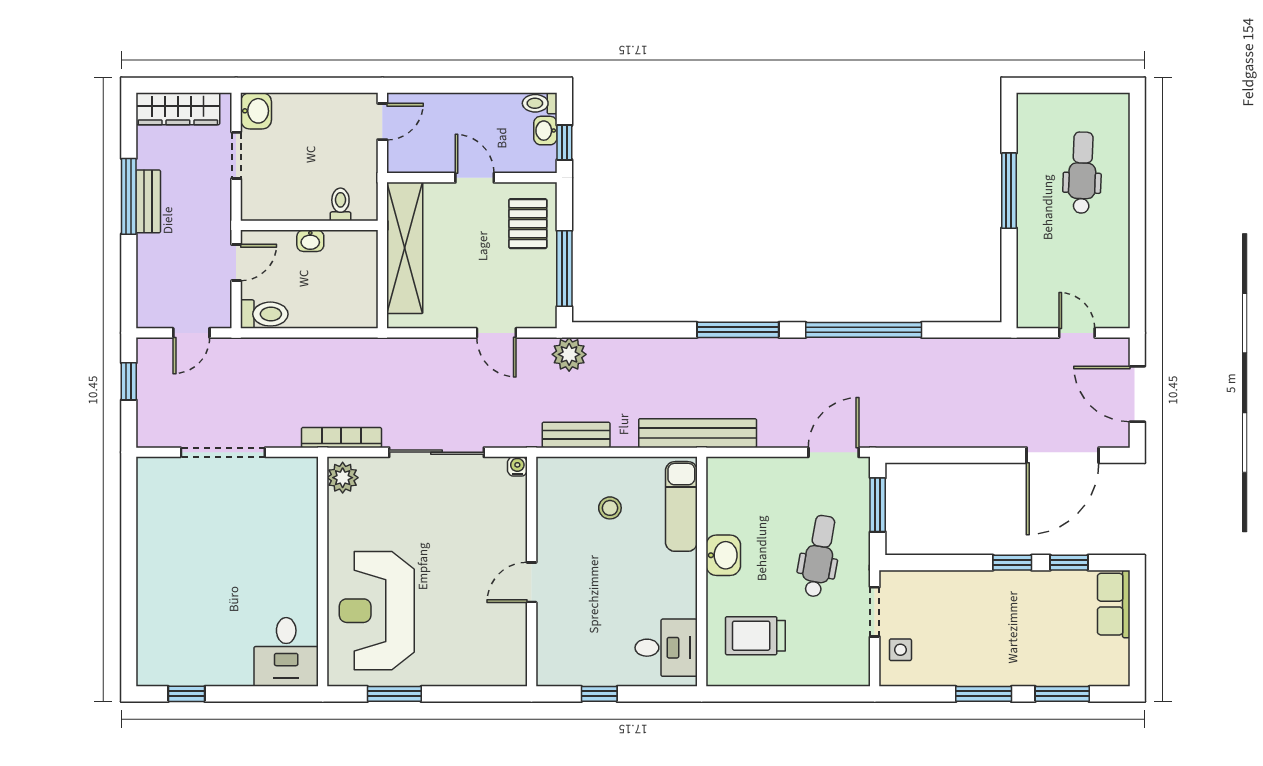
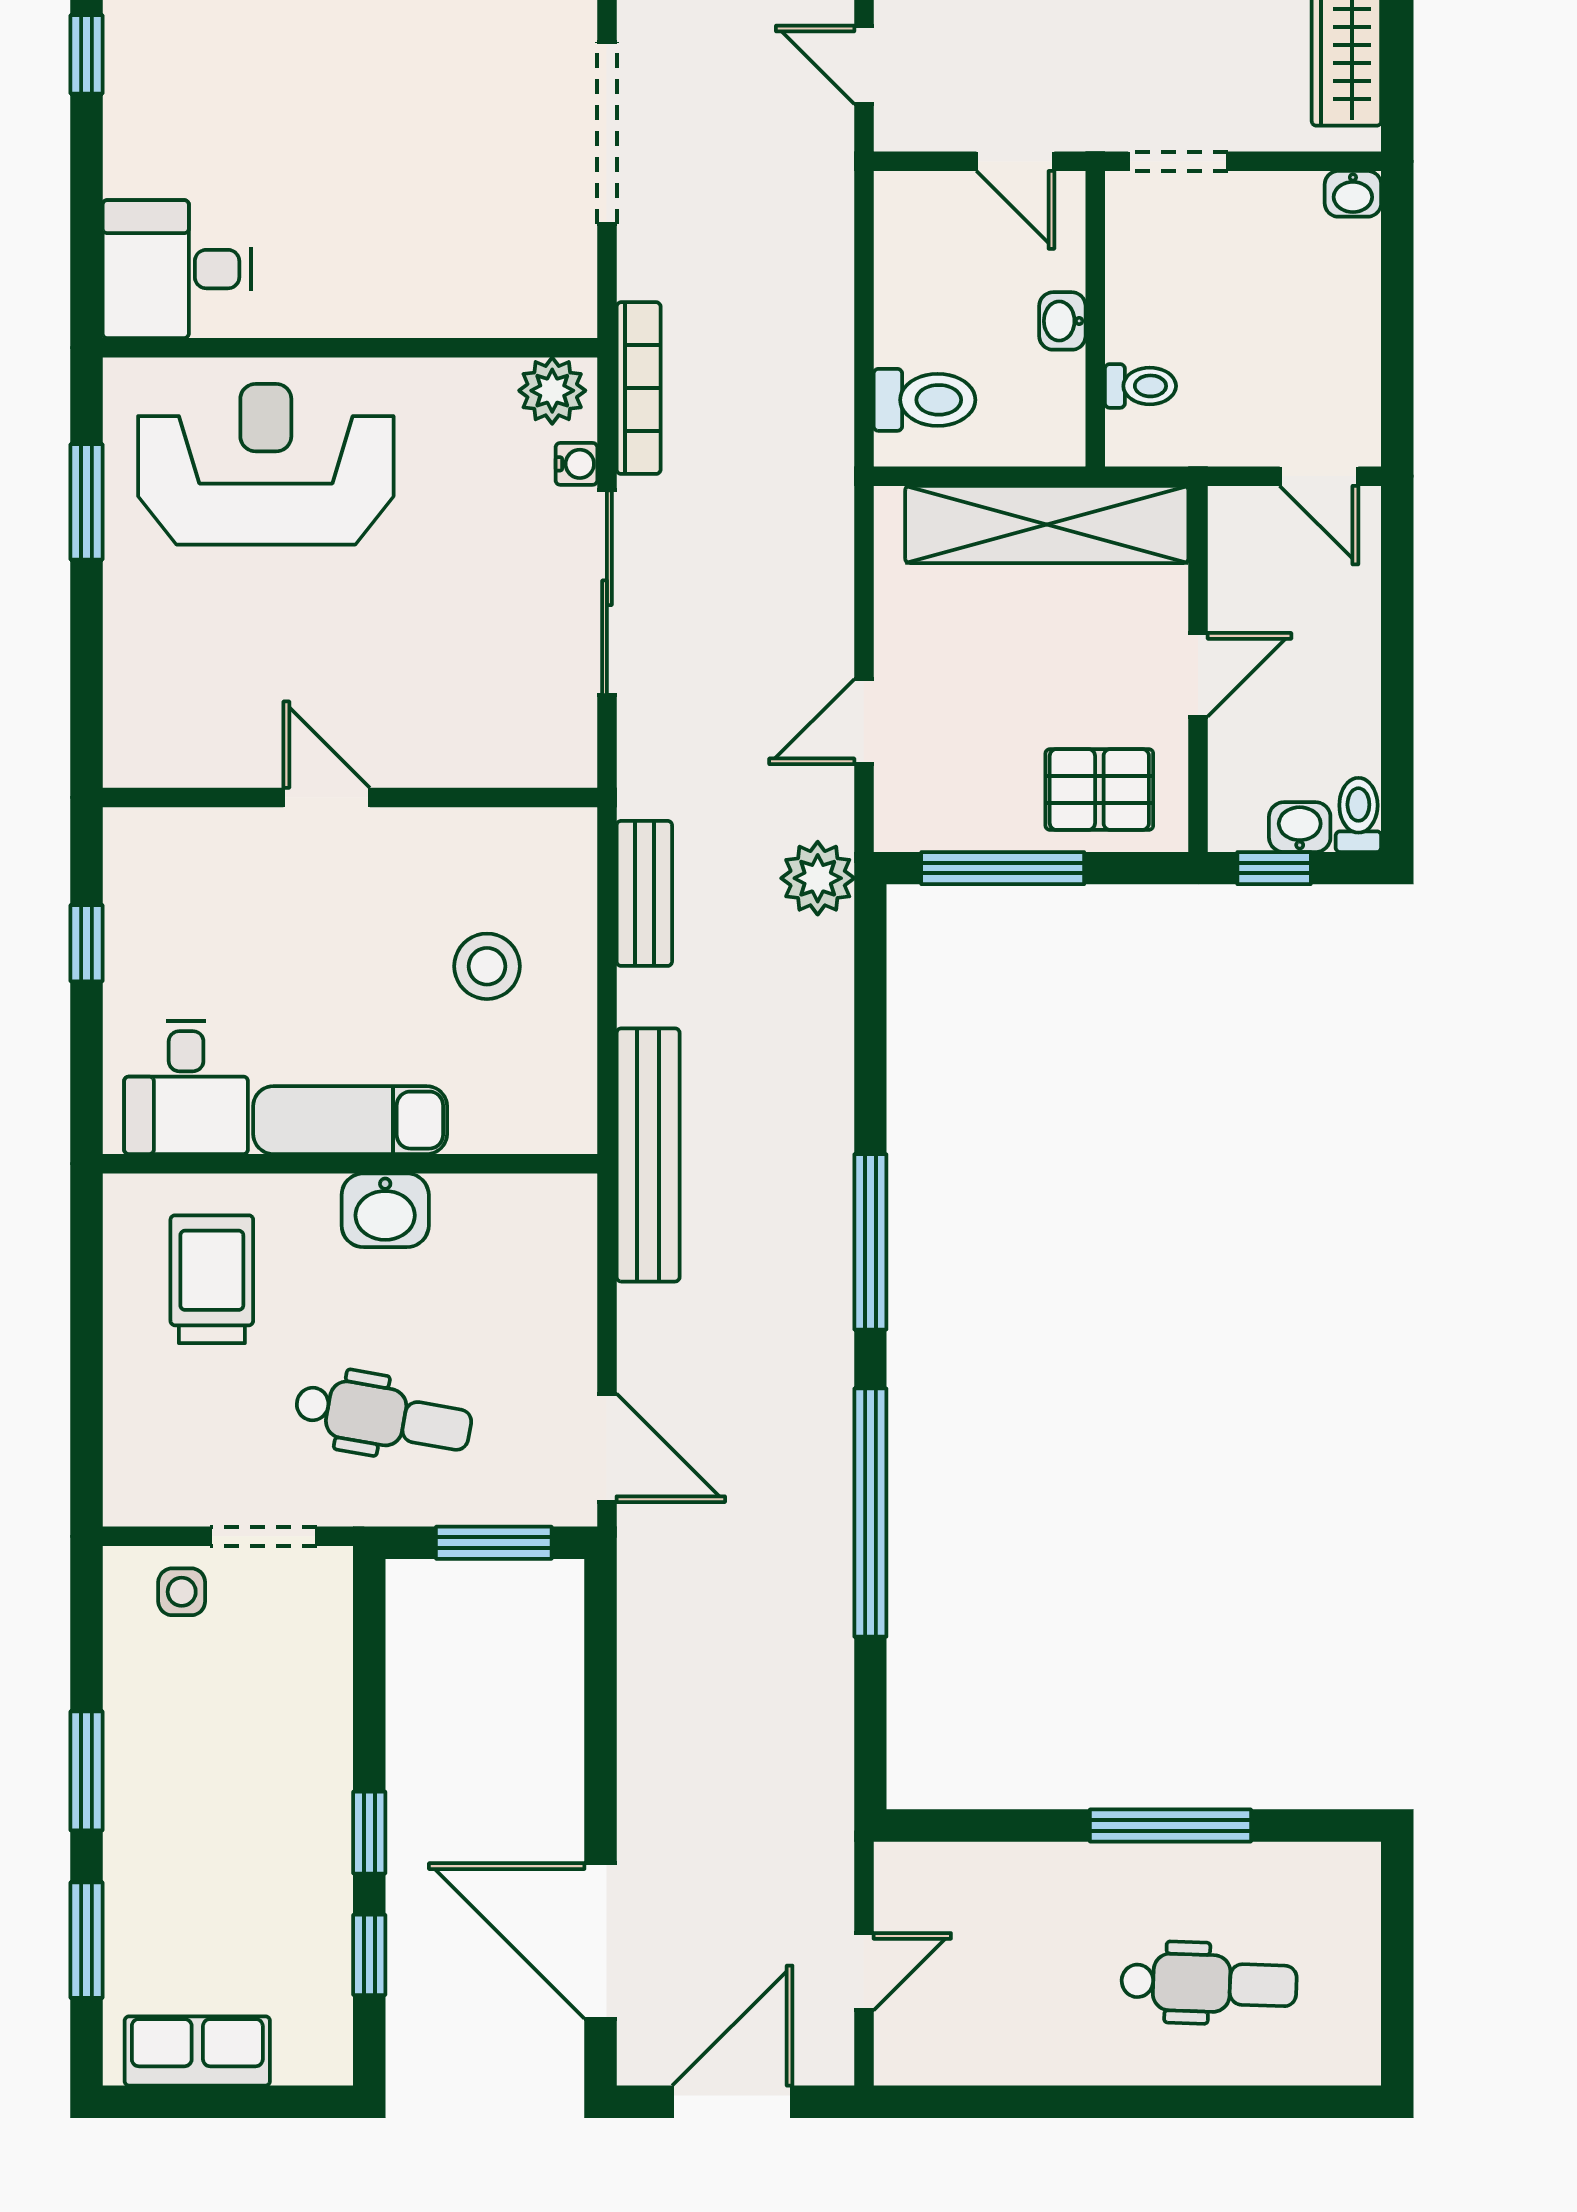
washbasin: (256, 111) -> (1353, 194), width x0.72, depth x0.69
doorway: (236, 155) -> (1178, 161), moved
toilet: (264, 314) -> (925, 400), moved, turned -90
water cooler: (517, 466) -> (576, 464), moved
exam couch: (681, 506) -> (350, 1120), moved
stool: (610, 508) -> (487, 966), width x1.37, depth x1.37
row of seats: (1114, 604) -> (197, 2051), moved

